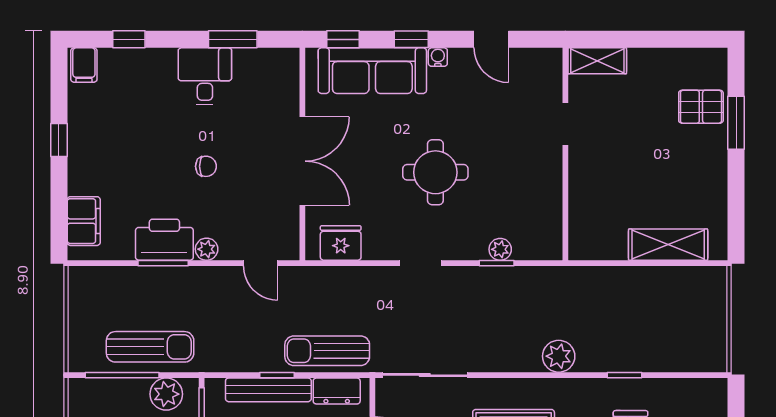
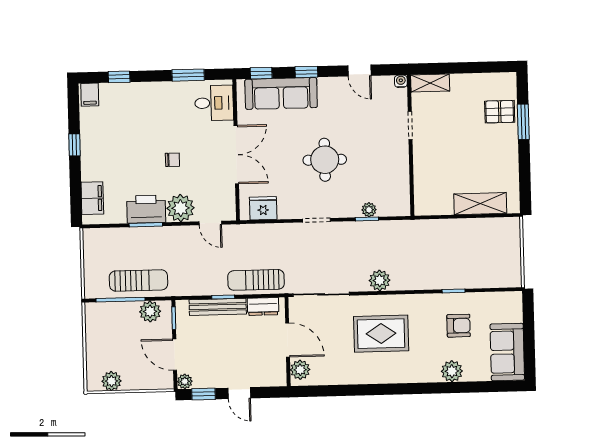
water cooler: (438, 57) -> (401, 81), moved
desk: (205, 76) -> (214, 103), moved, turned 90
plant: (207, 249) -> (181, 208), width x1.87, depth x1.87
plant: (559, 356) -> (380, 280), moved

